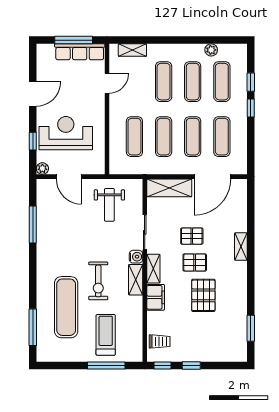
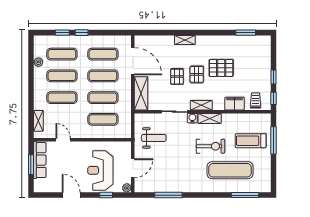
window: (74, 40) -> (31, 165), width x0.69
filing cabinet: (156, 297) -> (235, 104), moved

